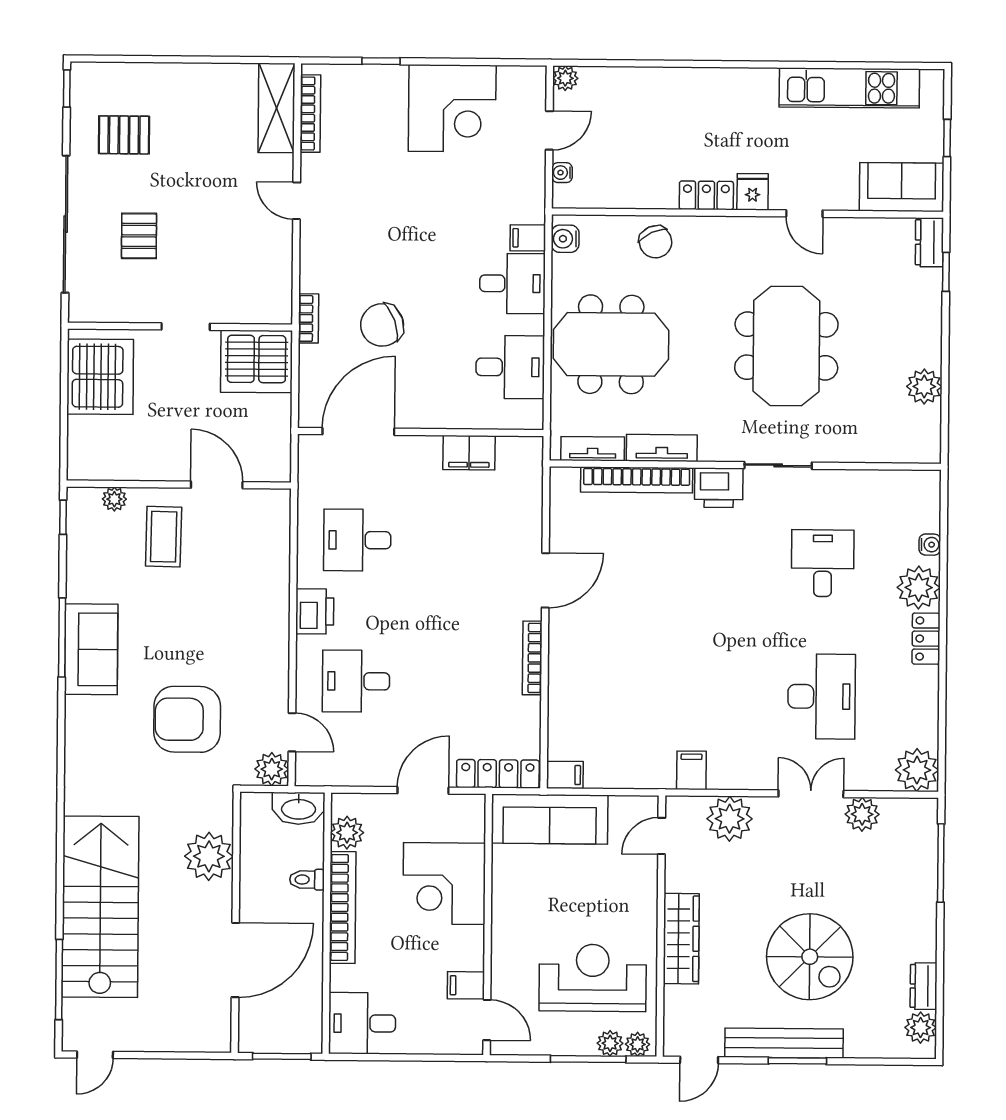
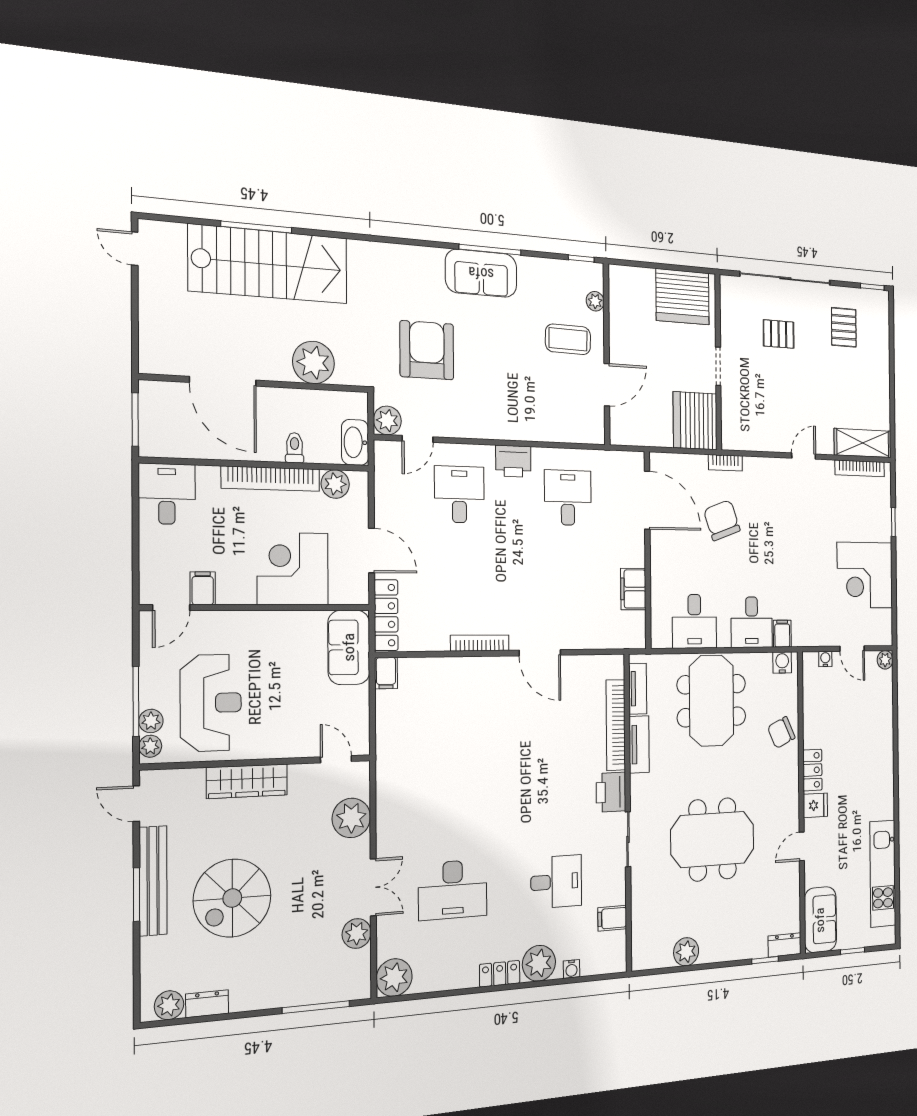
filing cabinet: (691, 770) -> (612, 918), moved, turned 180
sofa: (550, 819) -> (349, 647), width x0.73
window: (59, 980) -> (256, 227), moved

